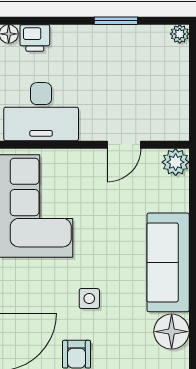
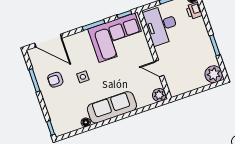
plant: (180, 34) -> (214, 74), width x1.87, depth x1.87
floor lamp: (172, 332) -> (86, 122), width x0.53, depth x0.53

